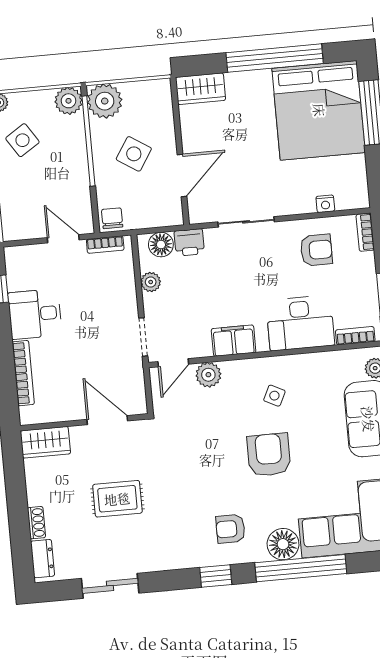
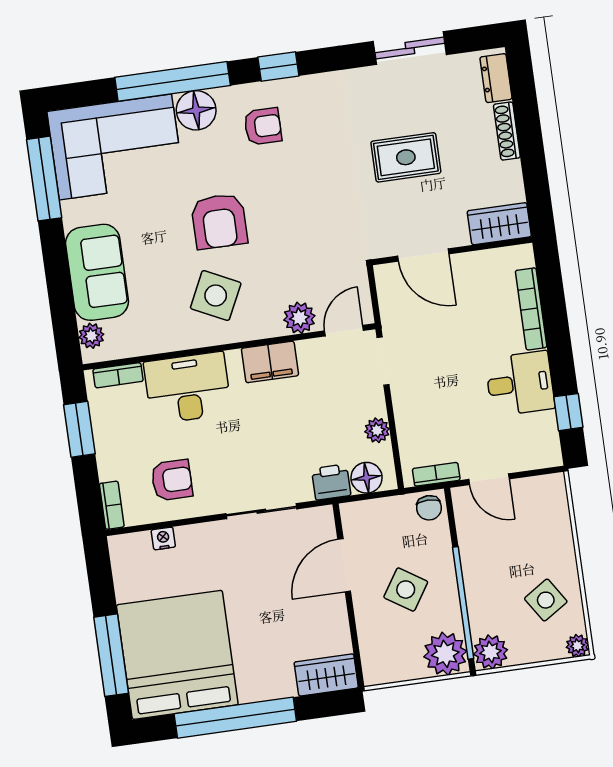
armchair: (316, 250) -> (172, 480), turned 180
side table: (274, 396) -> (216, 296), width x1.87, depth x1.87
shoe rack: (36, 523) -> (507, 131), width x1.43

